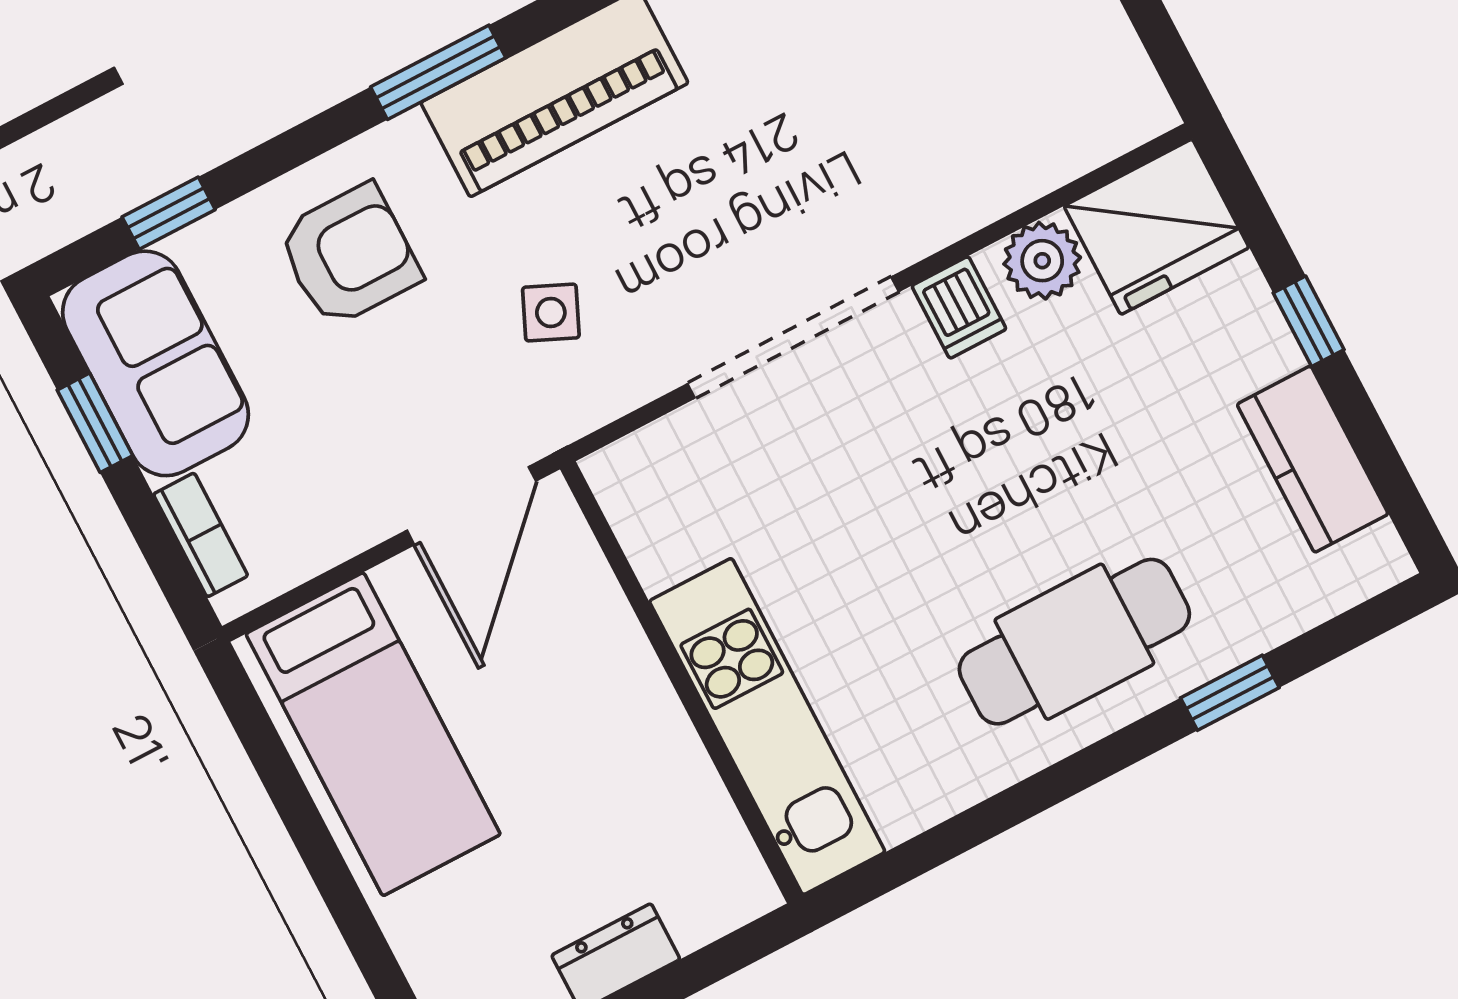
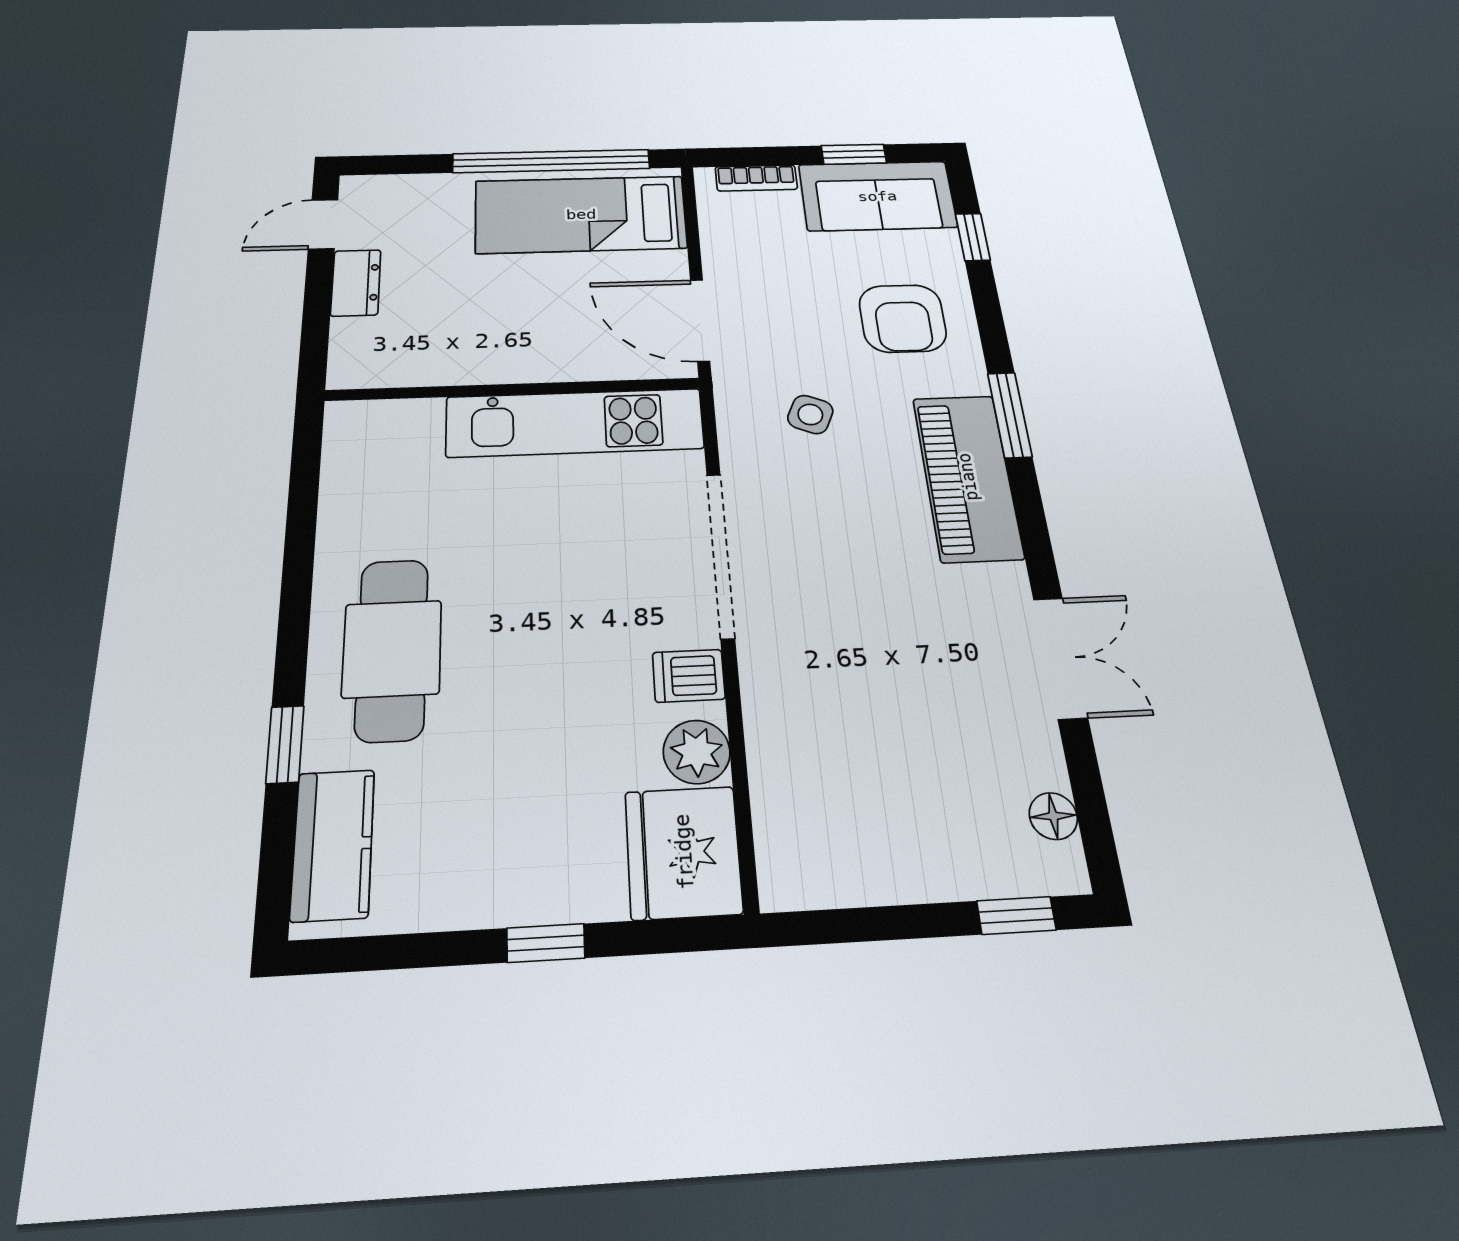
kitchen counter: (1313, 459) -> (333, 844), moved, turned 90
kitchen unit: (767, 727) -> (575, 423), moved
window: (301, 816) -> (551, 161), added

